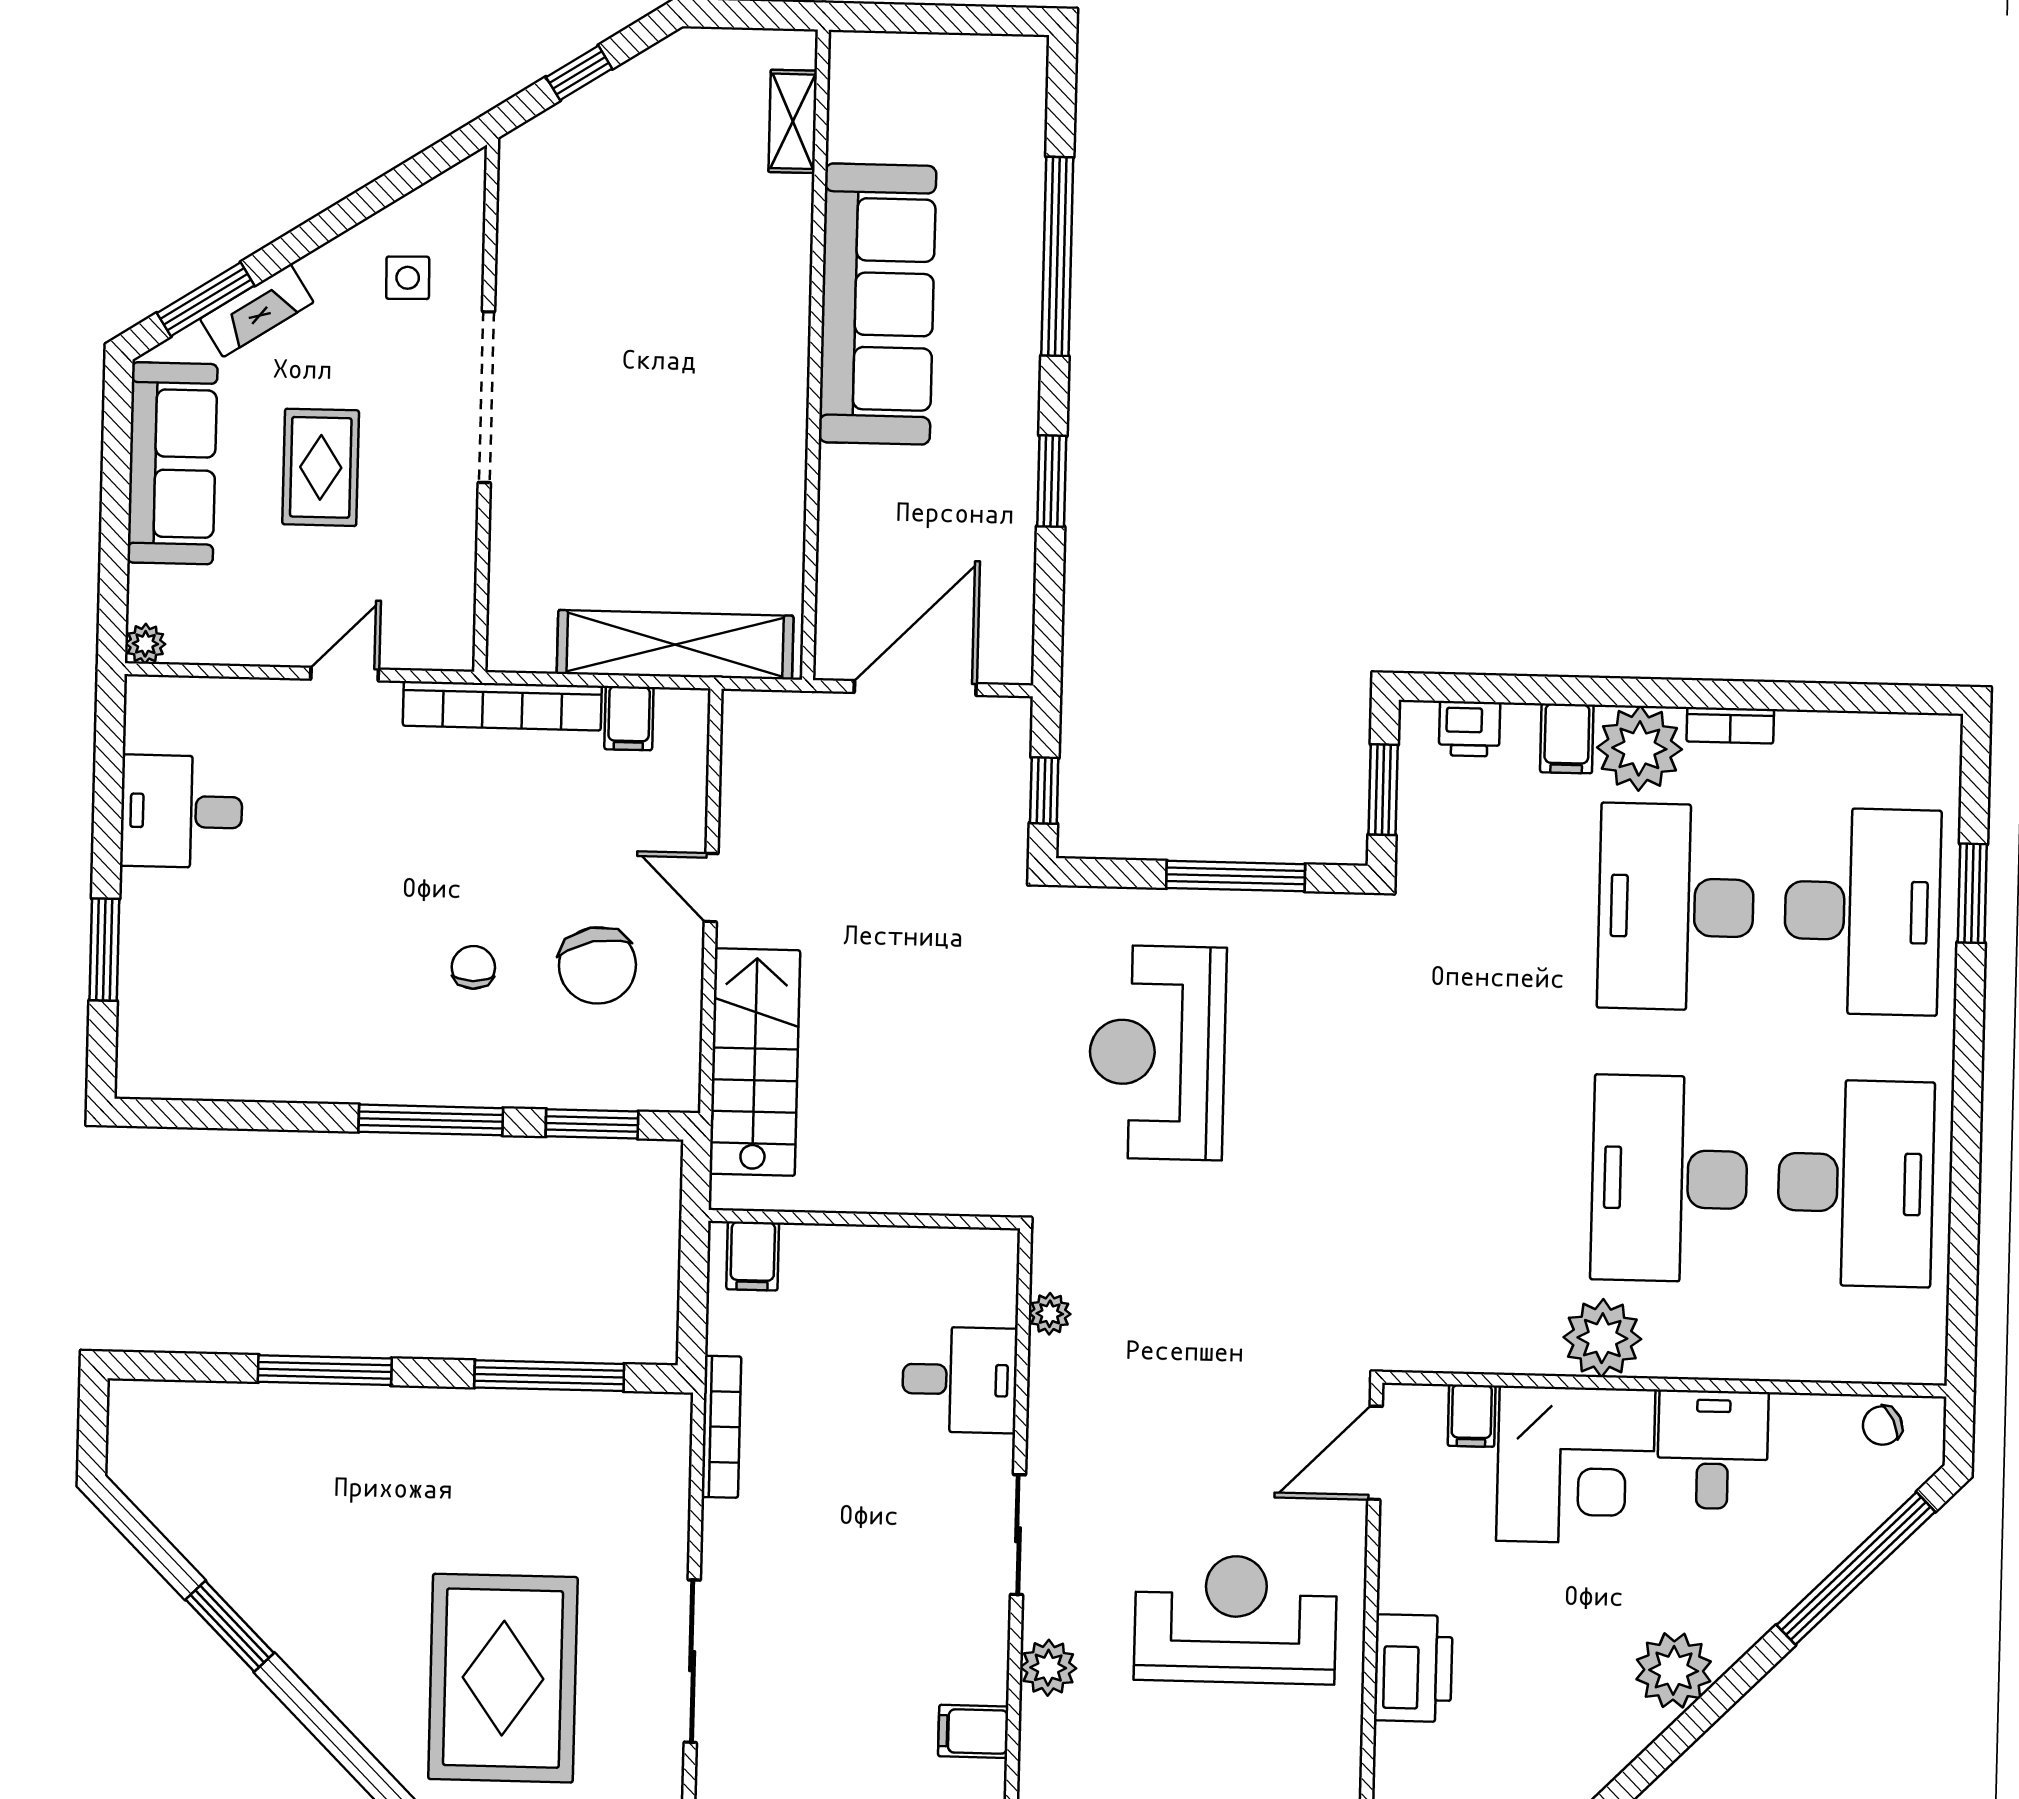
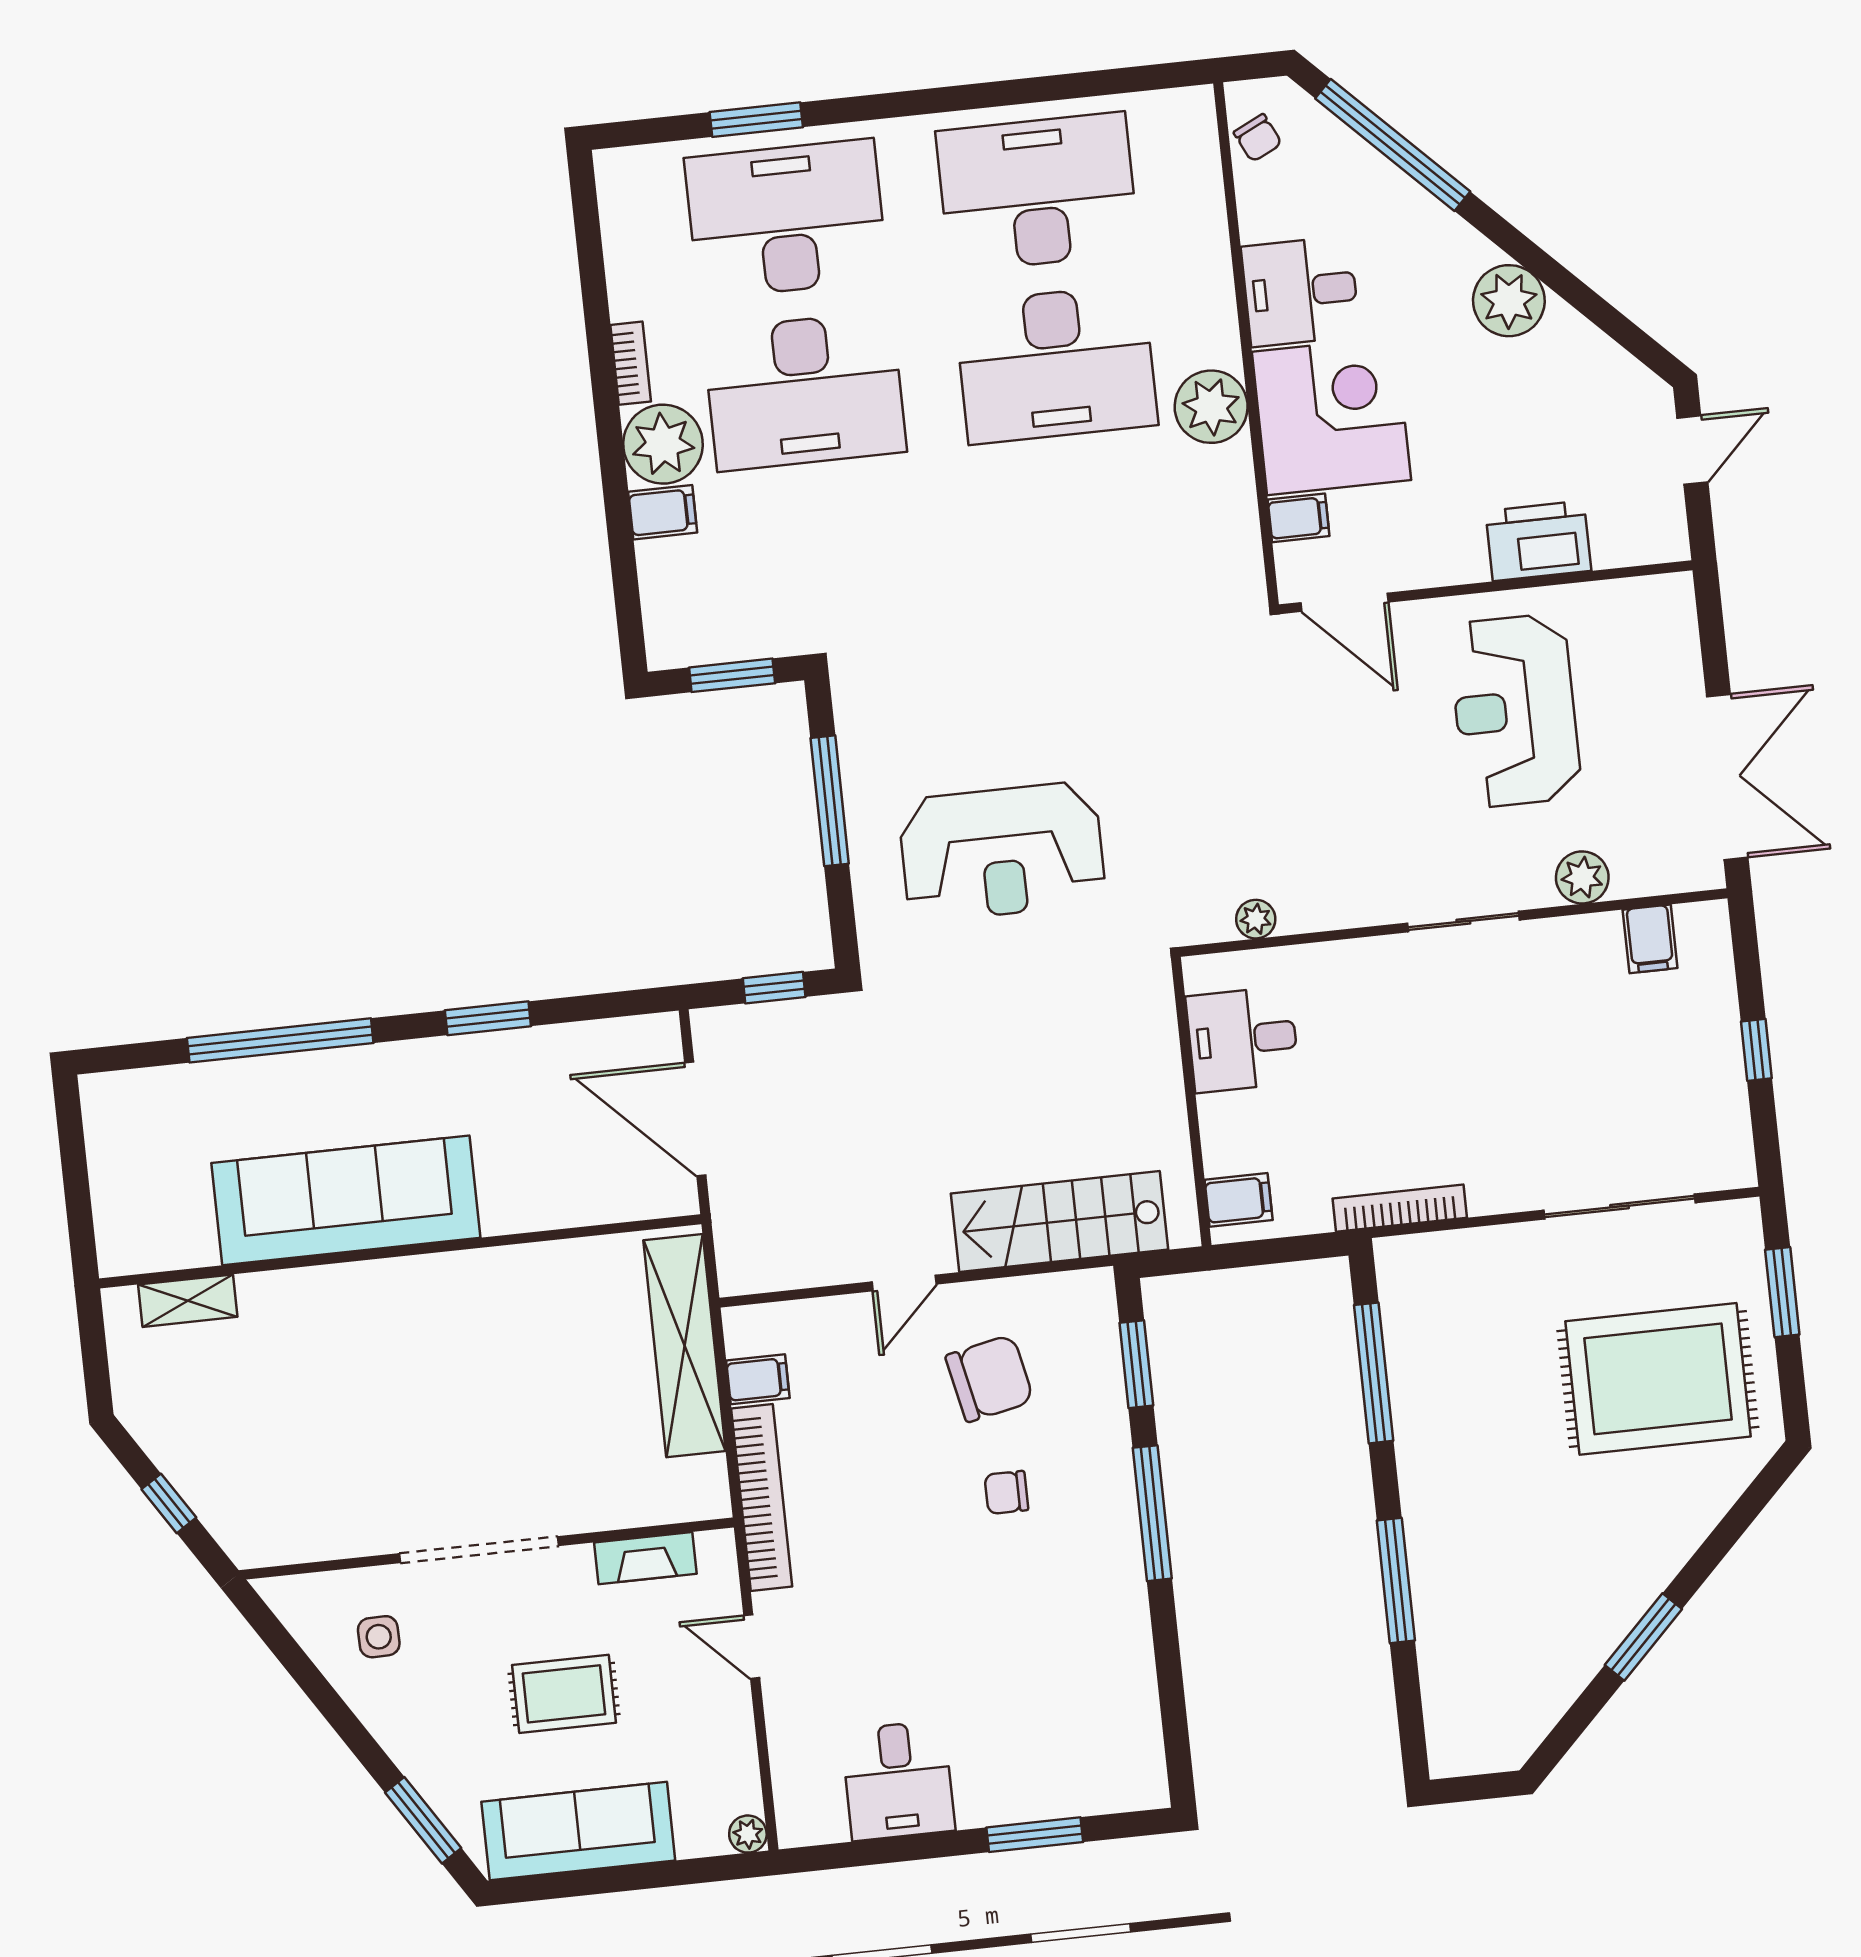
fireplace: (257, 311) -> (645, 1558), moved, turned 123
printer: (1469, 729) -> (666, 603), removed
desk: (960, 1380) -> (1243, 1039), moved, turned -90

